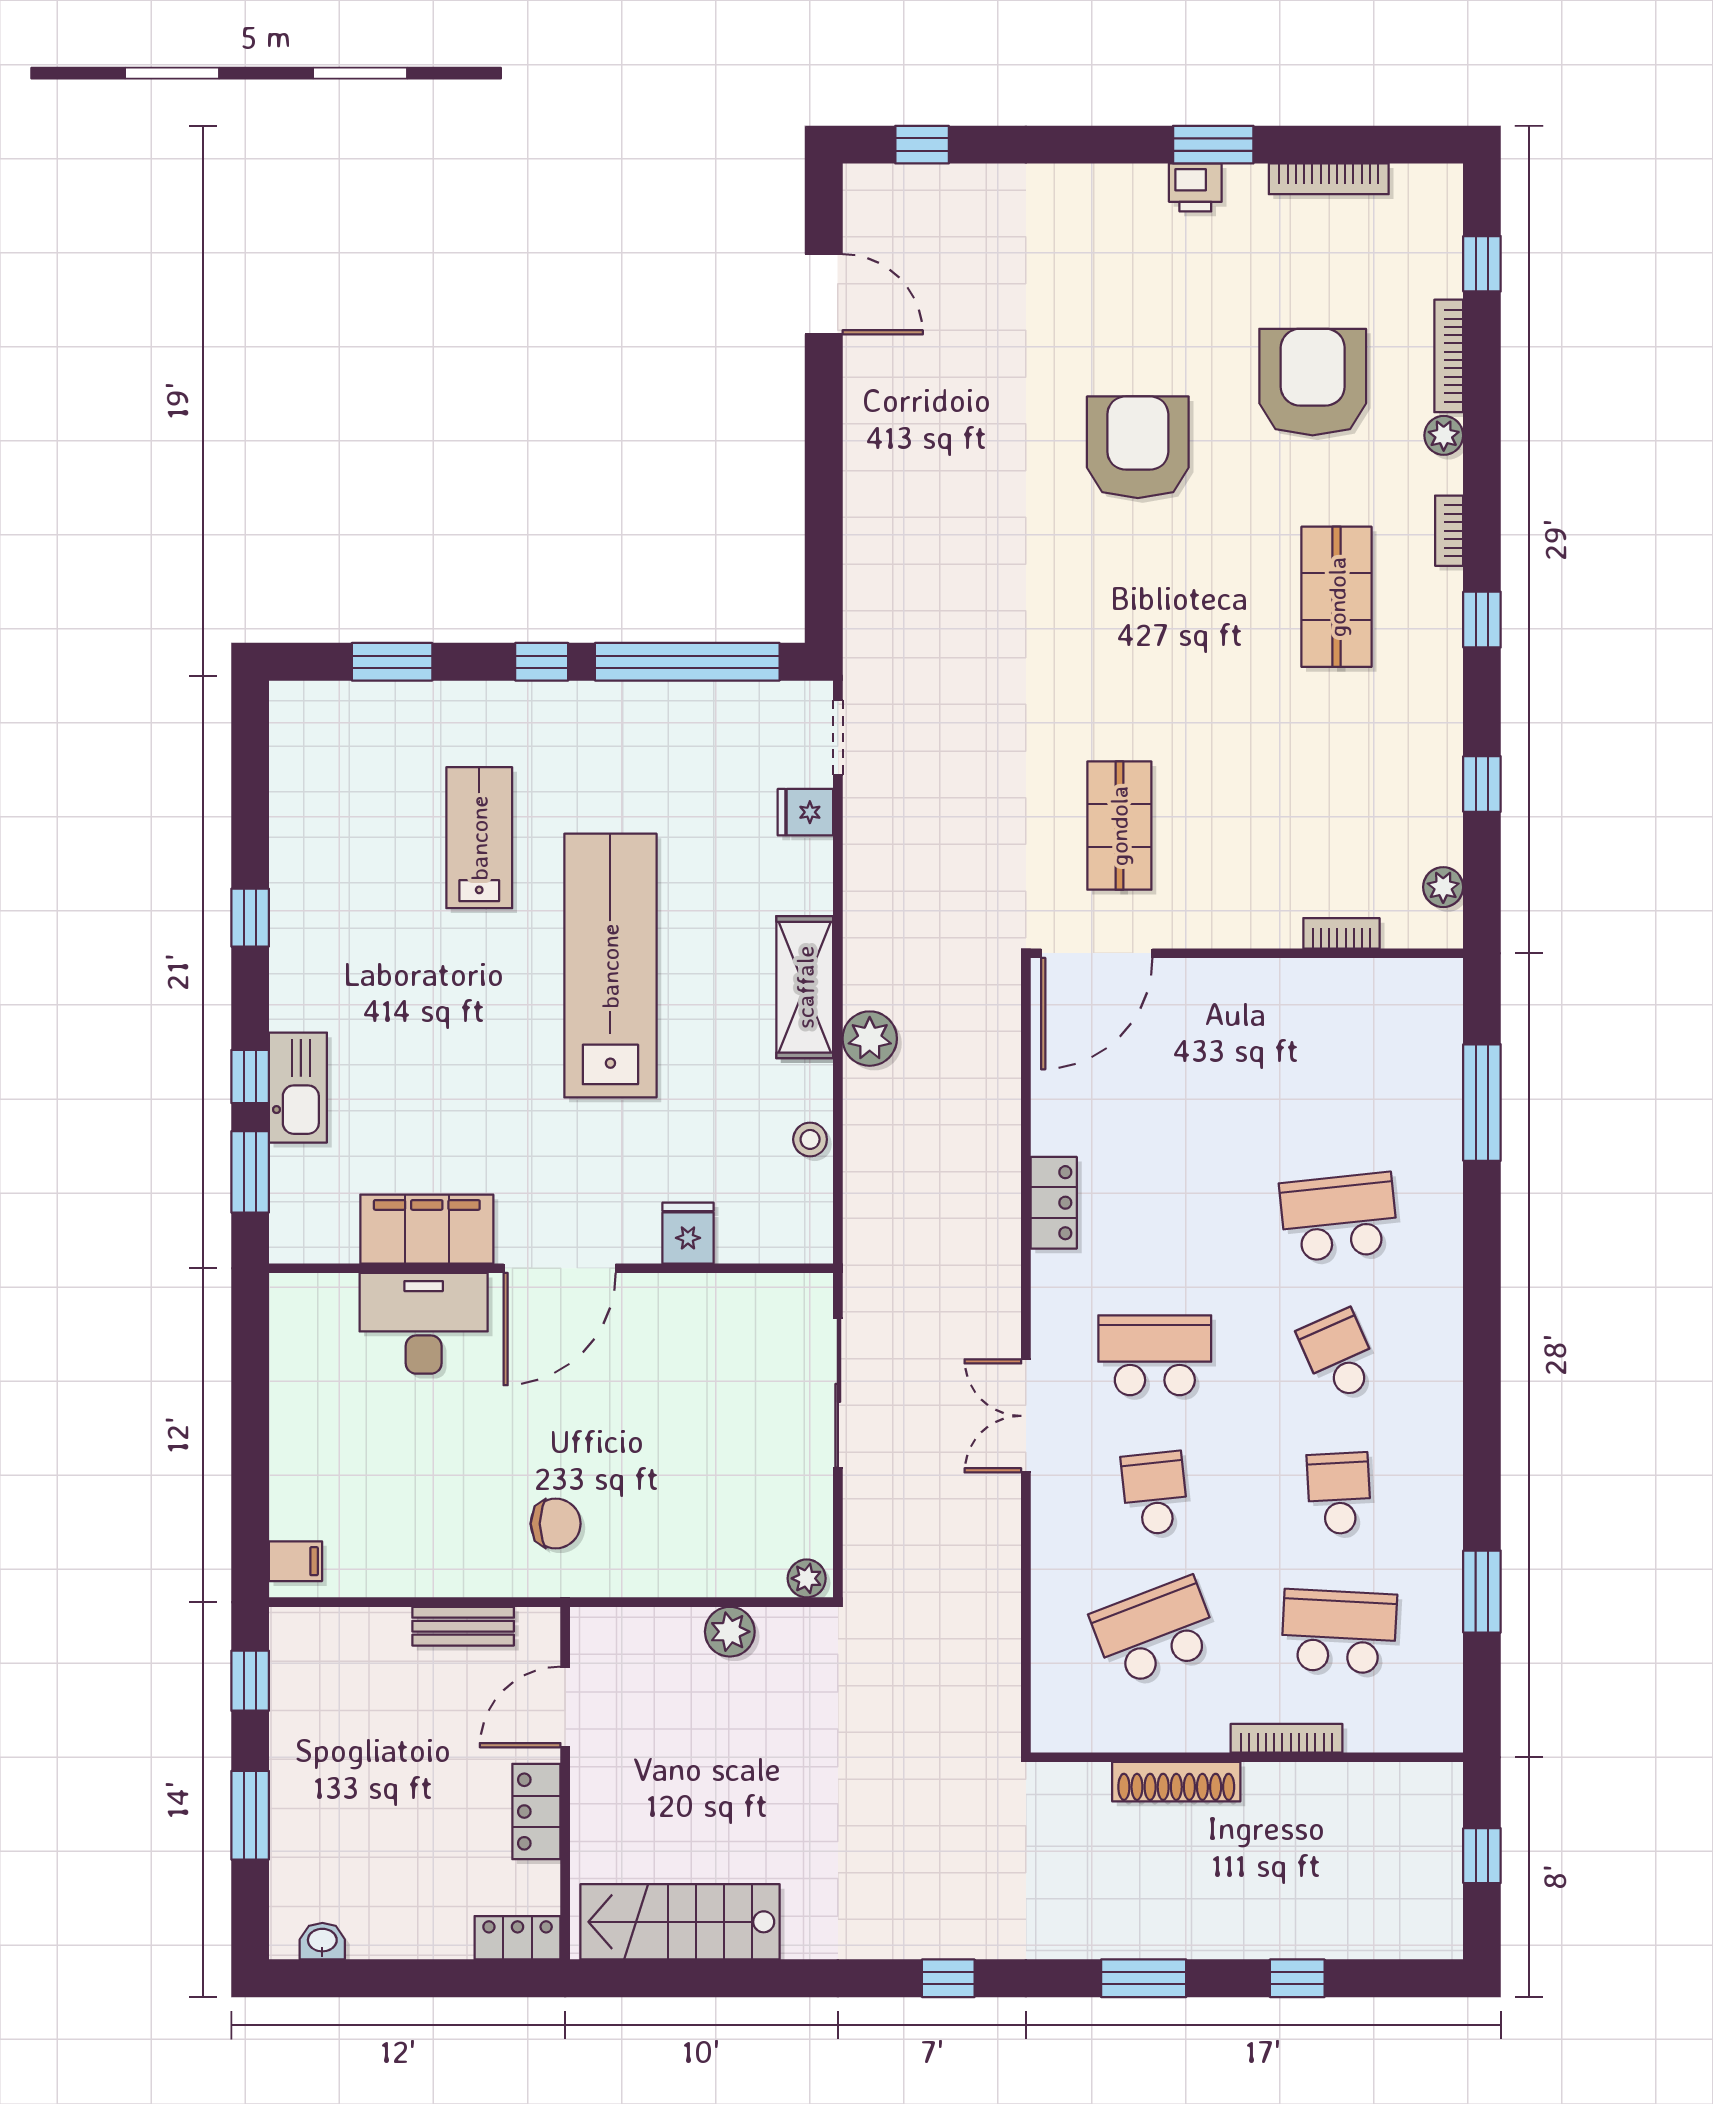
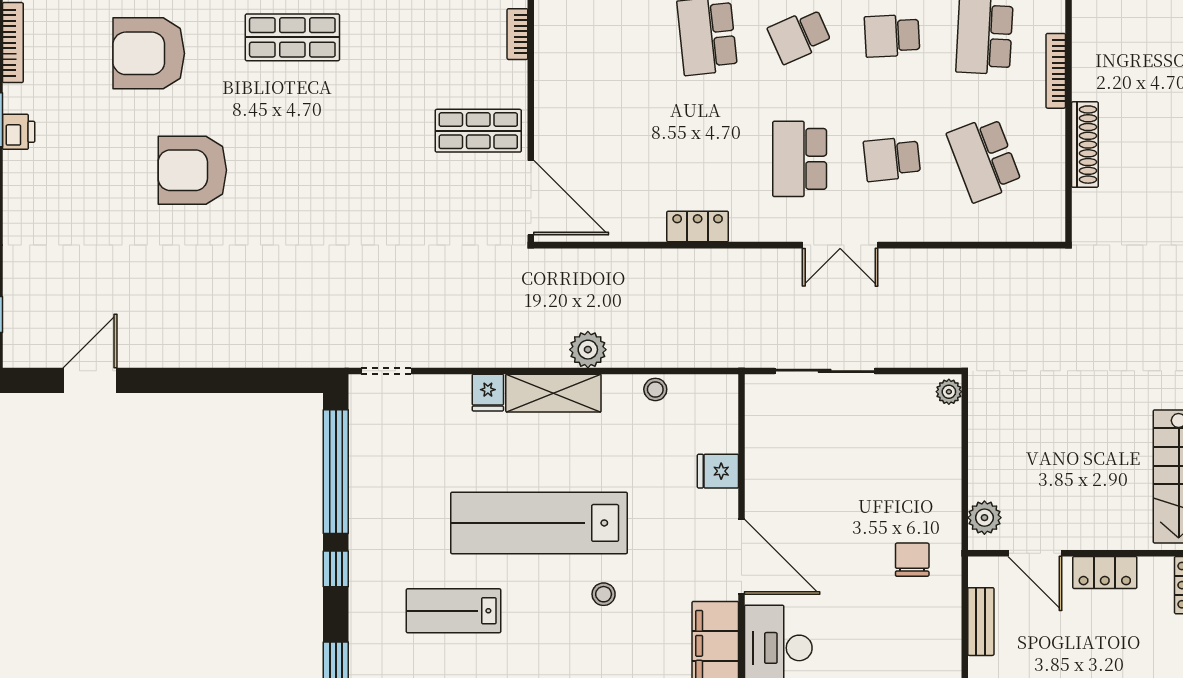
fridge: (805, 812) -> (488, 393), moved
shop shelf: (1119, 826) -> (478, 131), moved
stool: (504, 1062) -> (604, 594), added
plant: (730, 1632) -> (984, 518), moved

